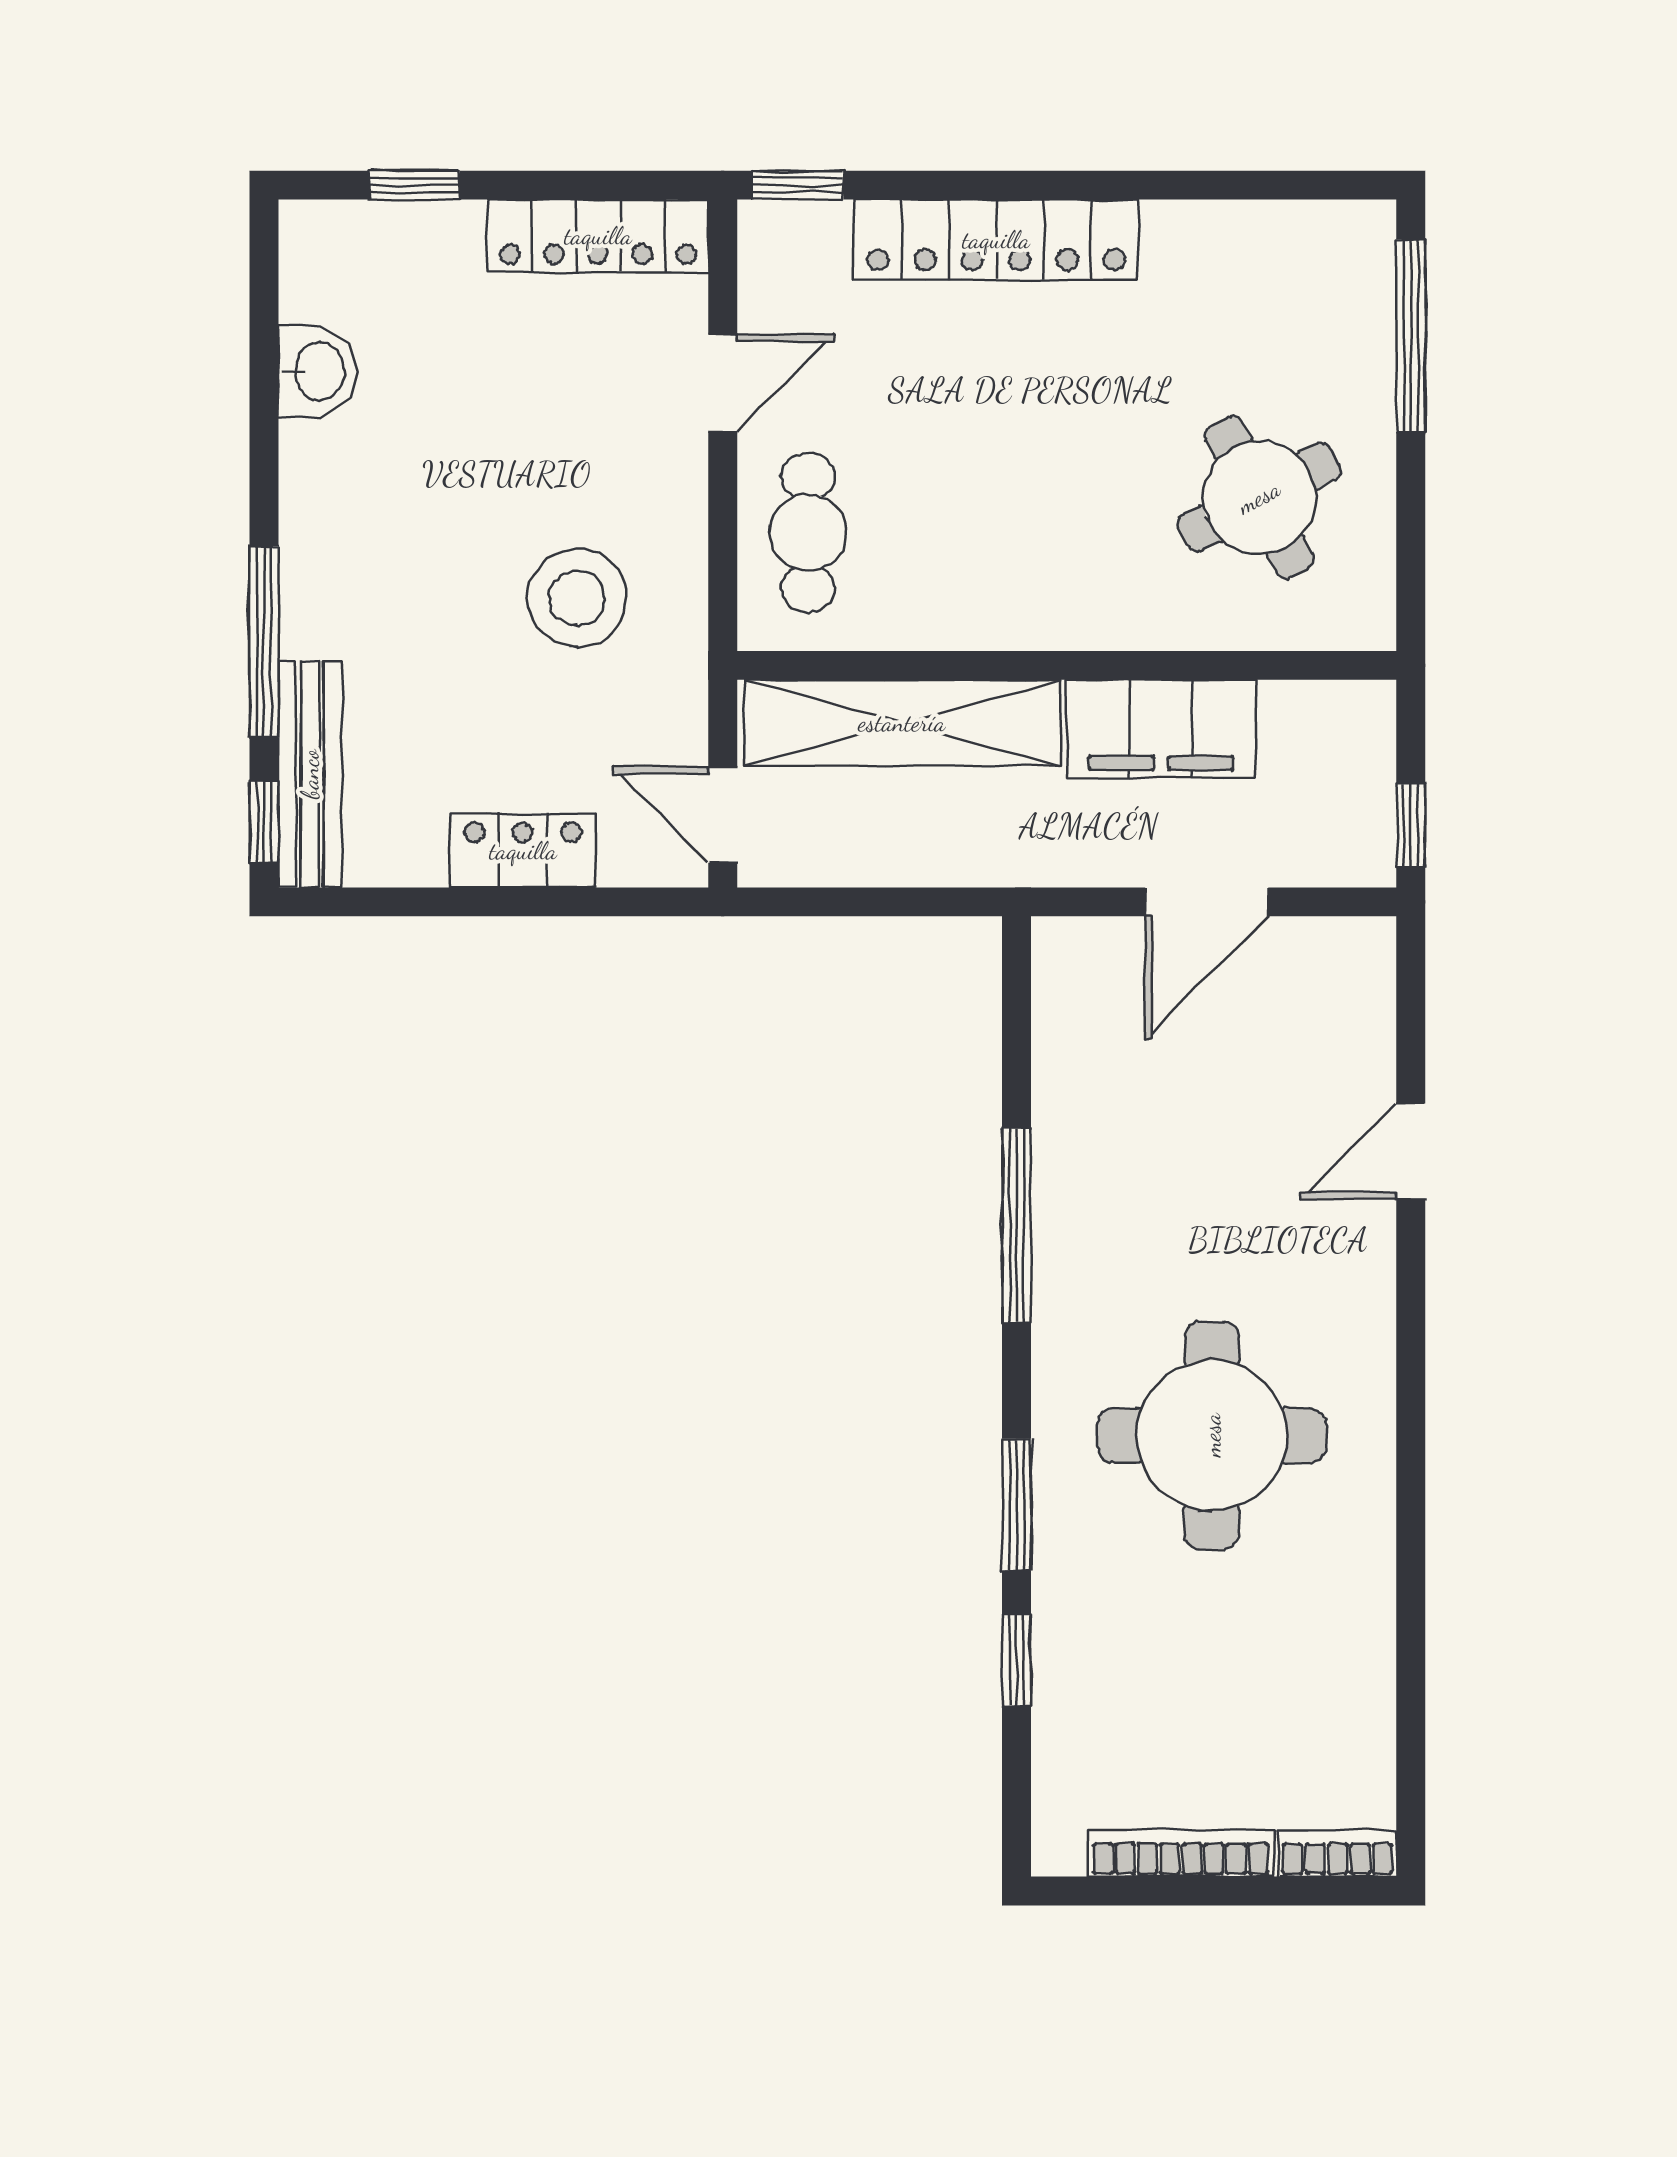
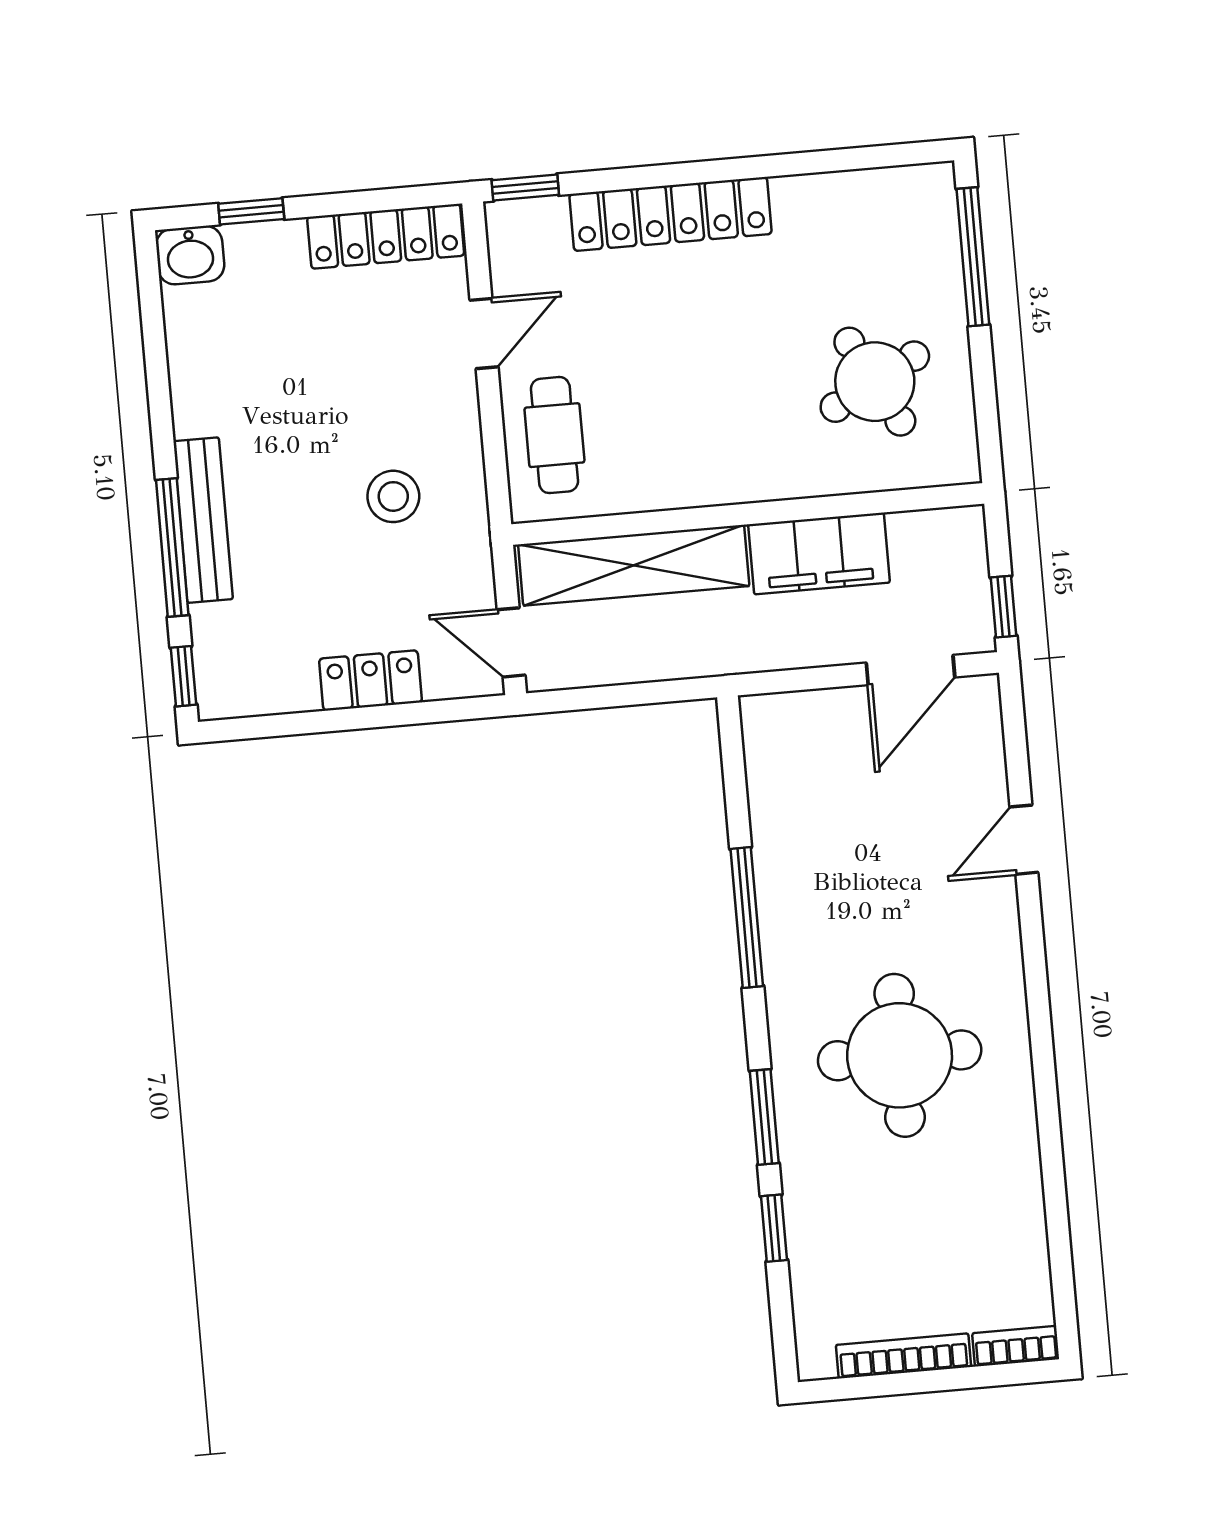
washbasin: (317, 371) -> (190, 255), moved, turned 90
stool: (577, 598) -> (393, 496), width x0.73, depth x0.73
bench: (310, 774) -> (203, 520), moved
door: (1207, 902) -> (911, 670), moved

